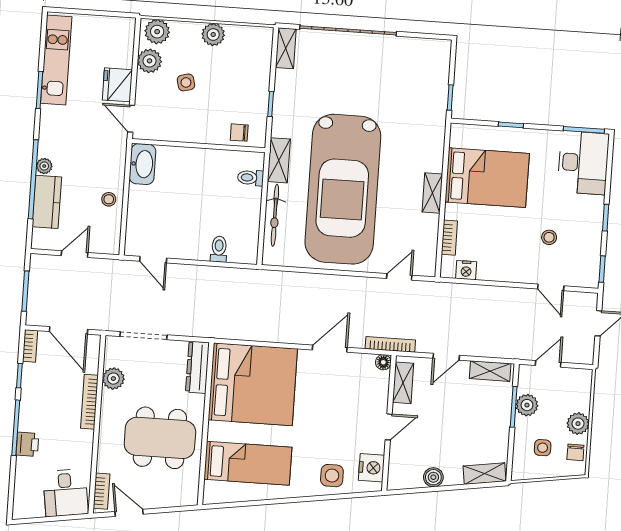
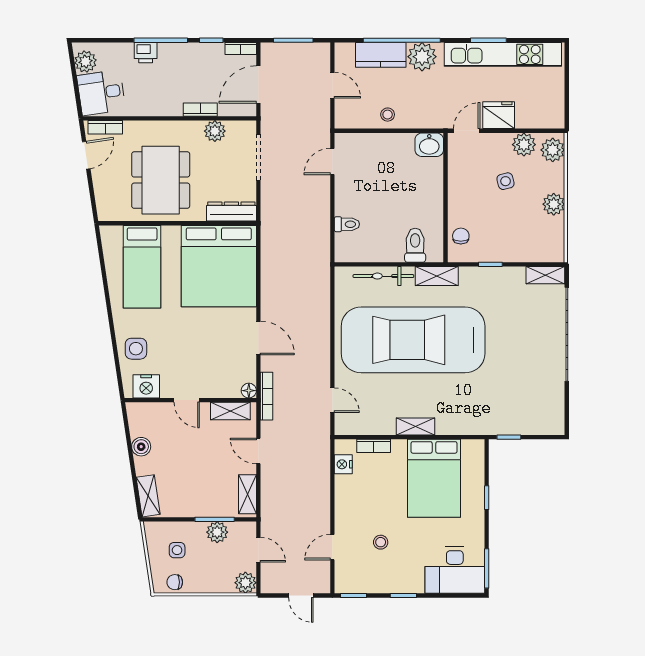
kitchen unit: (56, 60) -> (503, 54), width x1.36
washbasin: (143, 164) -> (429, 145), width x0.72
plant: (44, 166) -> (422, 57), width x1.87, depth x1.87
toilet: (251, 178) -> (415, 245), width x1.37, depth x1.39
bookcase: (89, 402) -> (200, 110), width x0.64
plant: (578, 424) -> (245, 583), moved
plant: (32, 507) -> (85, 62), added

